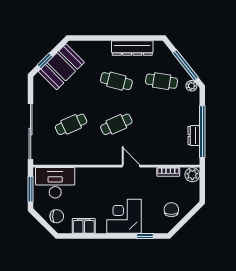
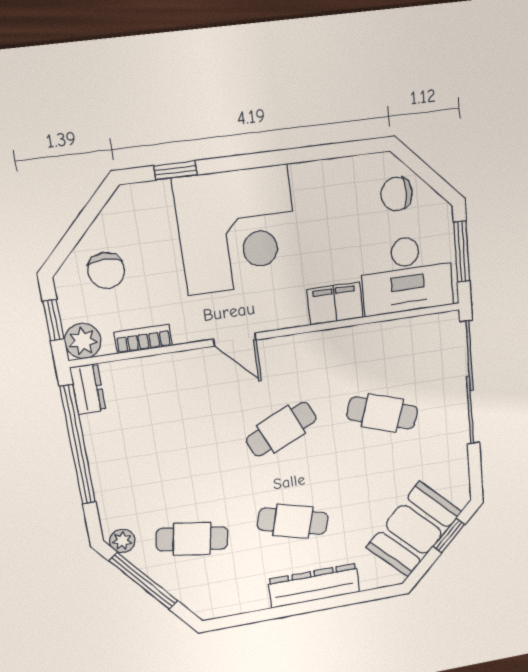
dresser: (132, 48) -> (314, 586), moved
cafe table: (71, 124) -> (382, 413), turned 42
dresser: (194, 136) -> (88, 389), moved
window: (202, 185) -> (53, 320), added
chair: (171, 210) -> (106, 271), moved
corner desk: (124, 216) -> (237, 230), width x1.36, depth x1.36
filing cabinet: (84, 226) -> (335, 304), moved, turned 180

